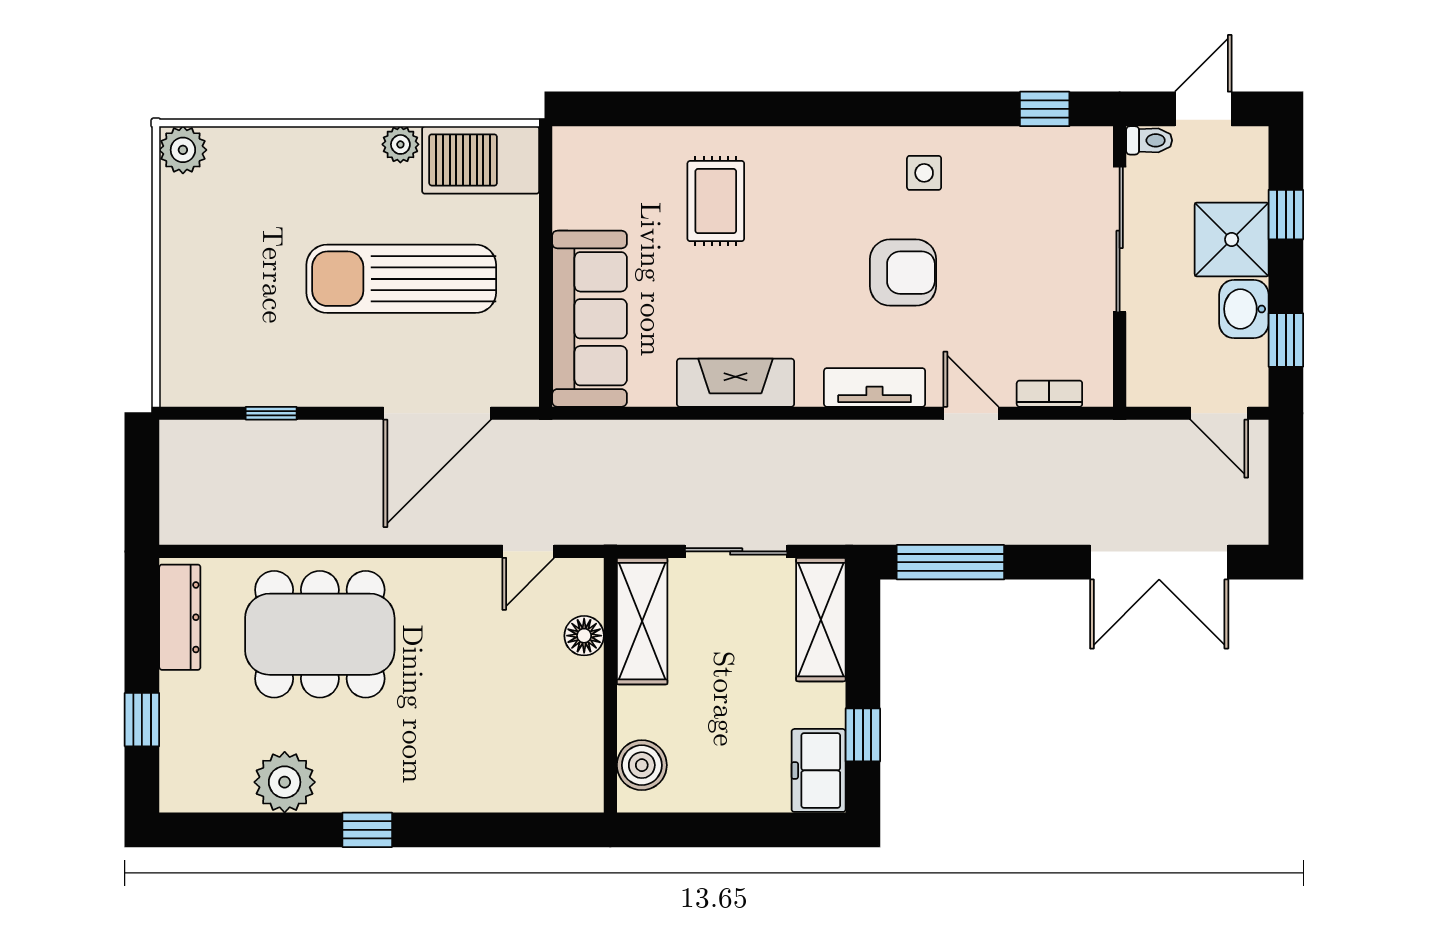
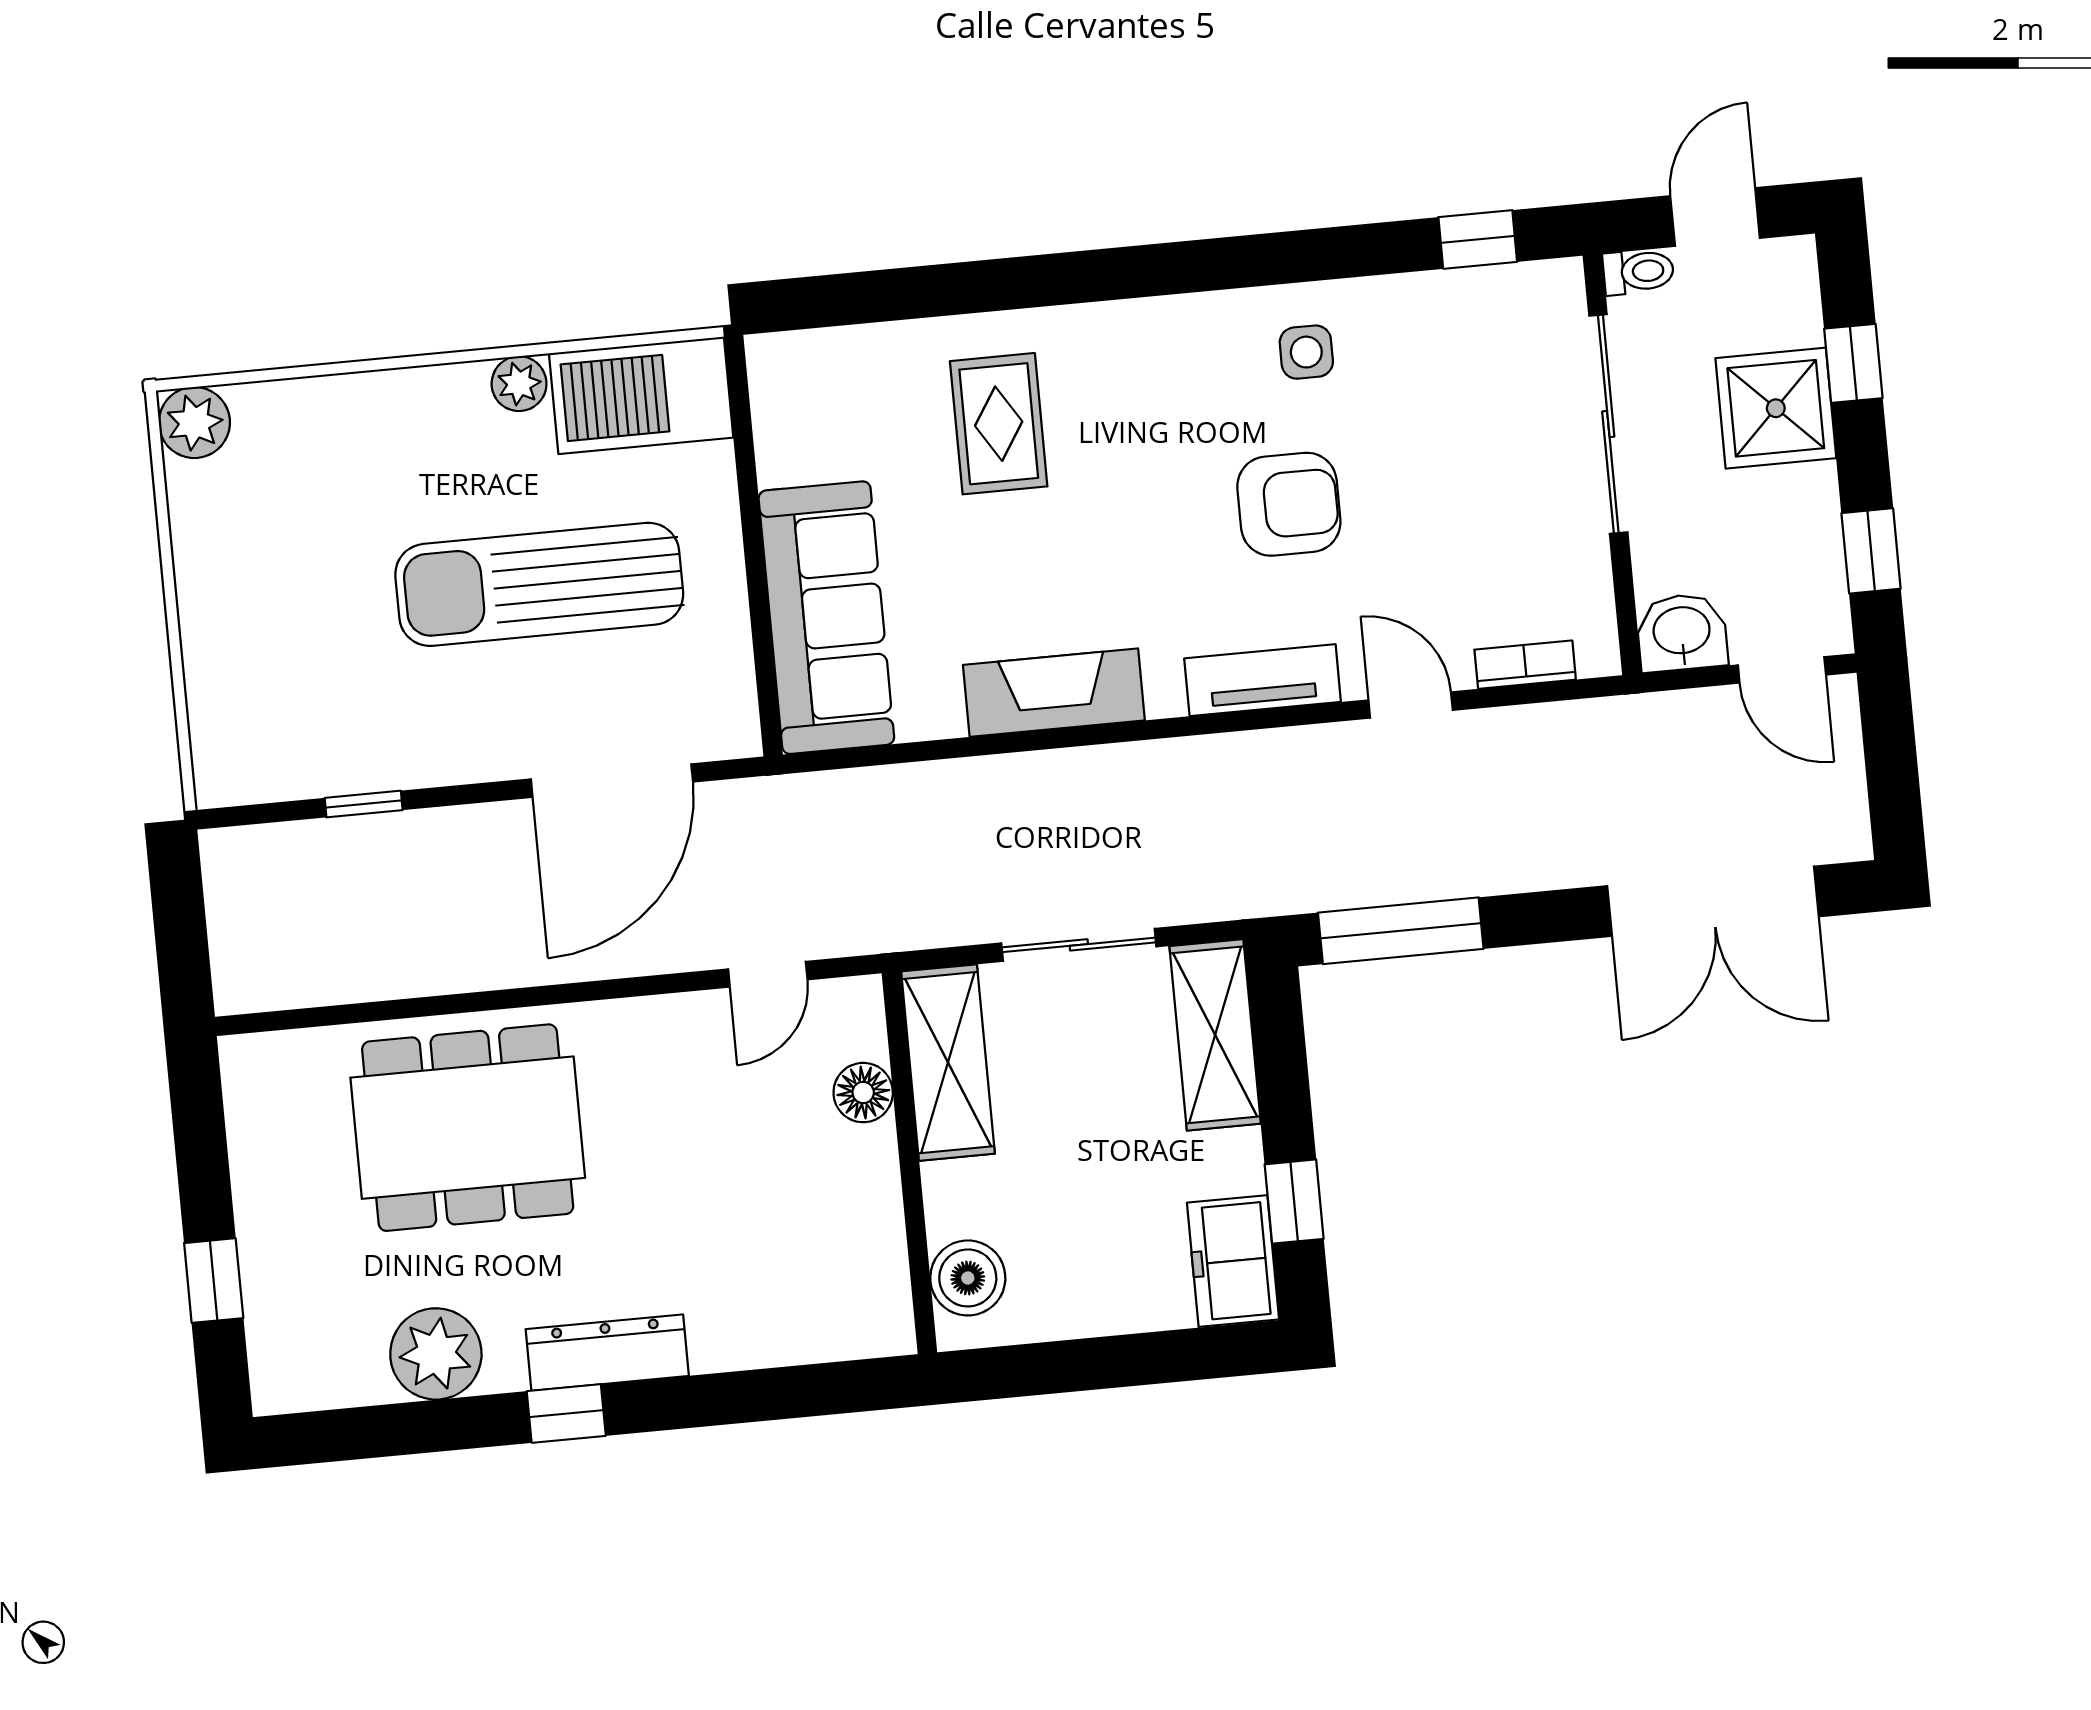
washbasin: (1244, 309) -> (1682, 632), moved, turned 90
dresser: (180, 617) -> (607, 1353), moved, turned -90

